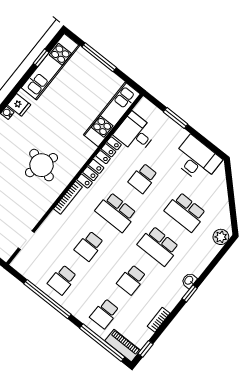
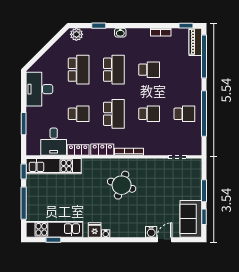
window: (130, 81) -> (24, 171), added
window: (190, 293) -> (99, 26), moved
school desk: (105, 314) -> (184, 70), removed

